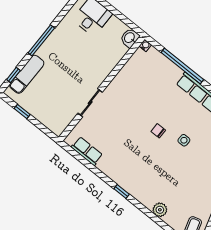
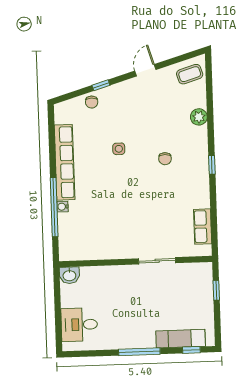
water cooler: (145, 45) -> (63, 207), moved
window: (22, 112) -> (216, 290), moved
chair: (158, 131) -> (165, 159), moved

